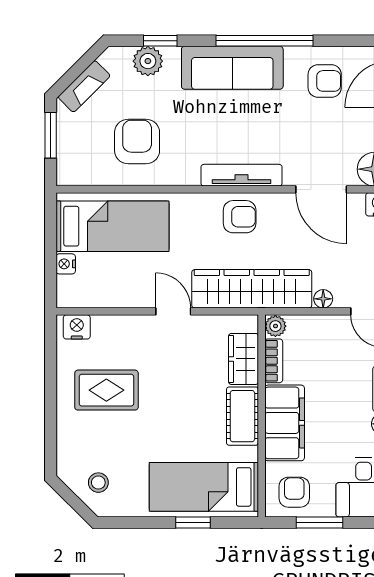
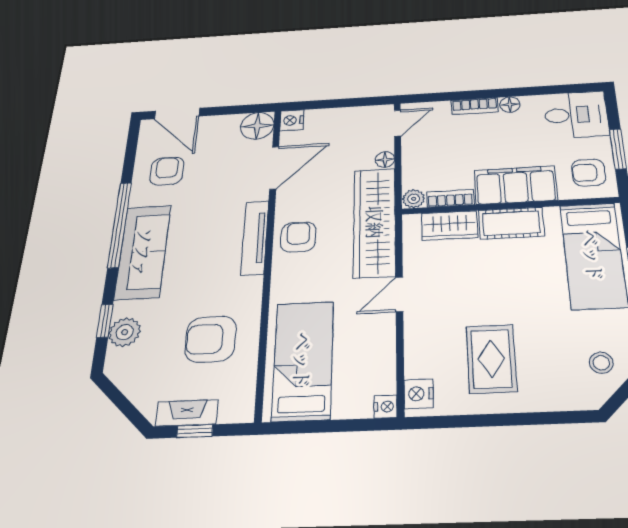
fireplace: (84, 86) -> (187, 413), moved, turned -45
window: (51, 135) -> (195, 431), width x0.67
nightstand: (66, 264) -> (385, 407), moved, turned -90

